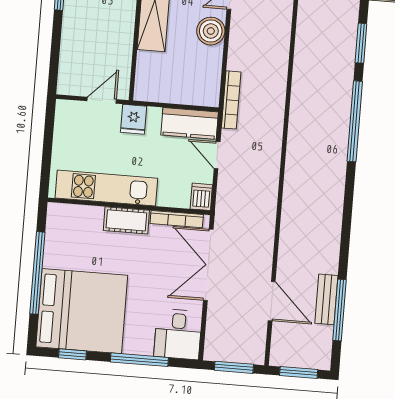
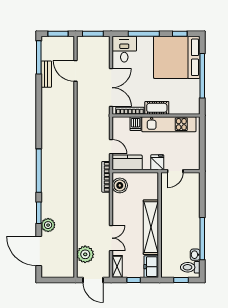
plant: (346, 19) -> (48, 225), added
boiler: (211, 31) -> (120, 185), moved
dishwasher: (201, 197) -> (136, 124), moved
window: (339, 310) -> (39, 57), moved

